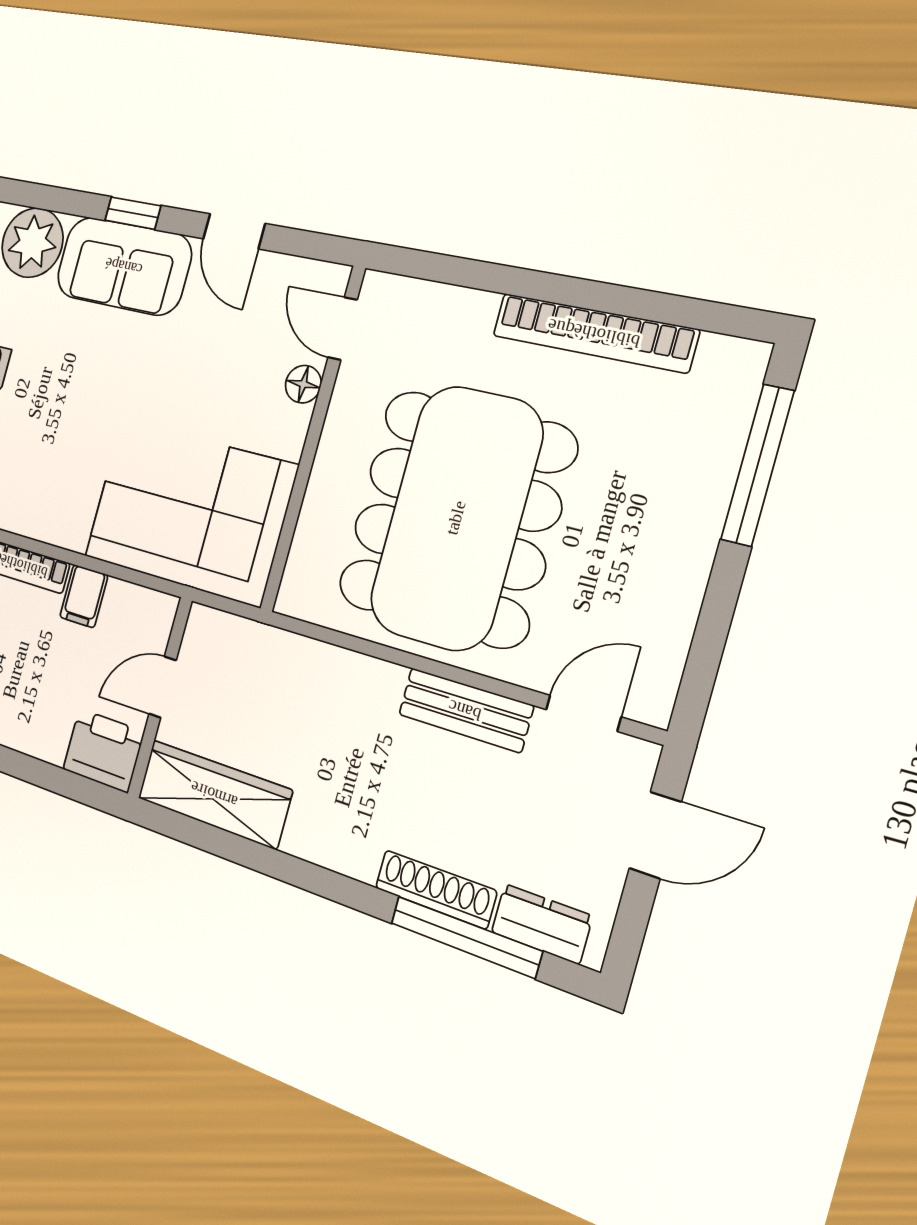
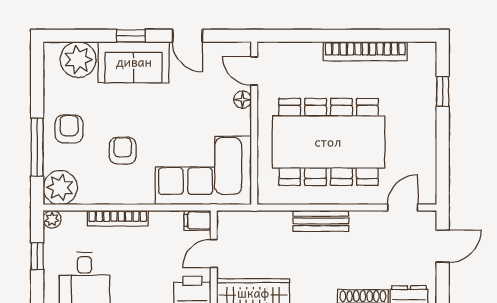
armchair: (59, 434) -> (123, 151), added
window: (758, 465) -> (443, 91), width x0.46
dining table: (456, 518) -> (328, 142), turned 90
filing cabinet: (84, 596) -> (198, 220), moved, turned 90
bench: (465, 710) -> (321, 221), moved

